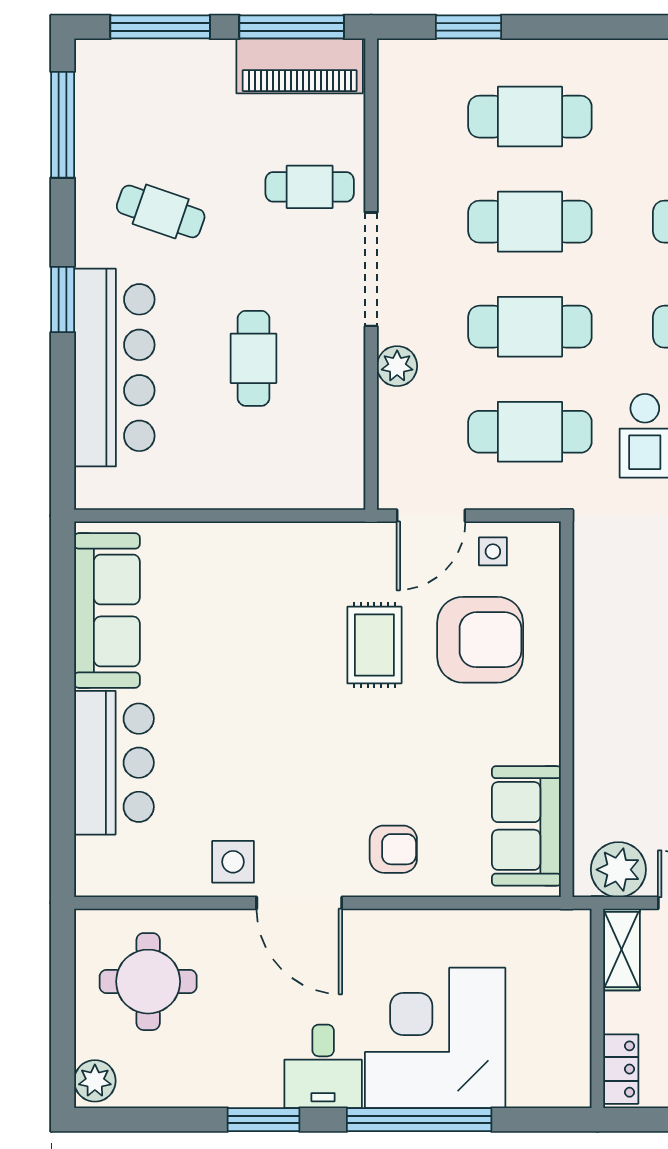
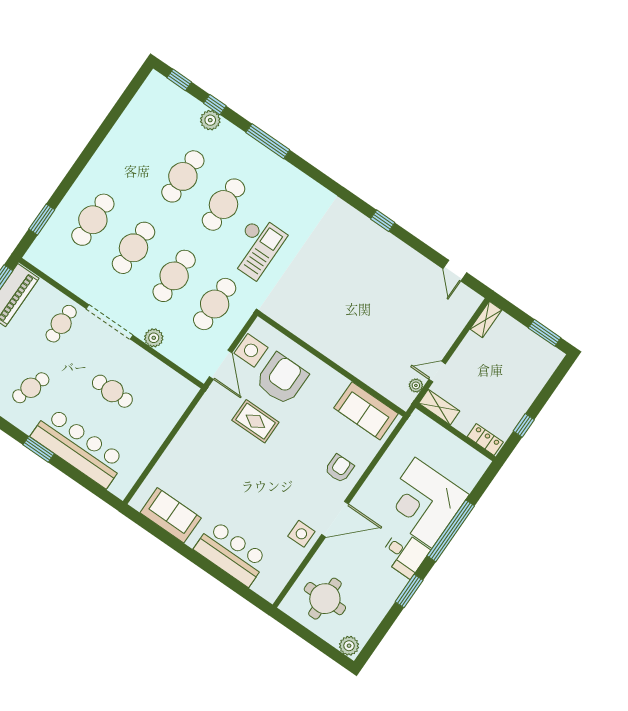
side table: (493, 551) -> (251, 350), width x1.87, depth x1.87
sofa: (107, 610) -> (171, 515), width x0.73
plant: (618, 870) -> (416, 385), width x0.53, depth x0.53

